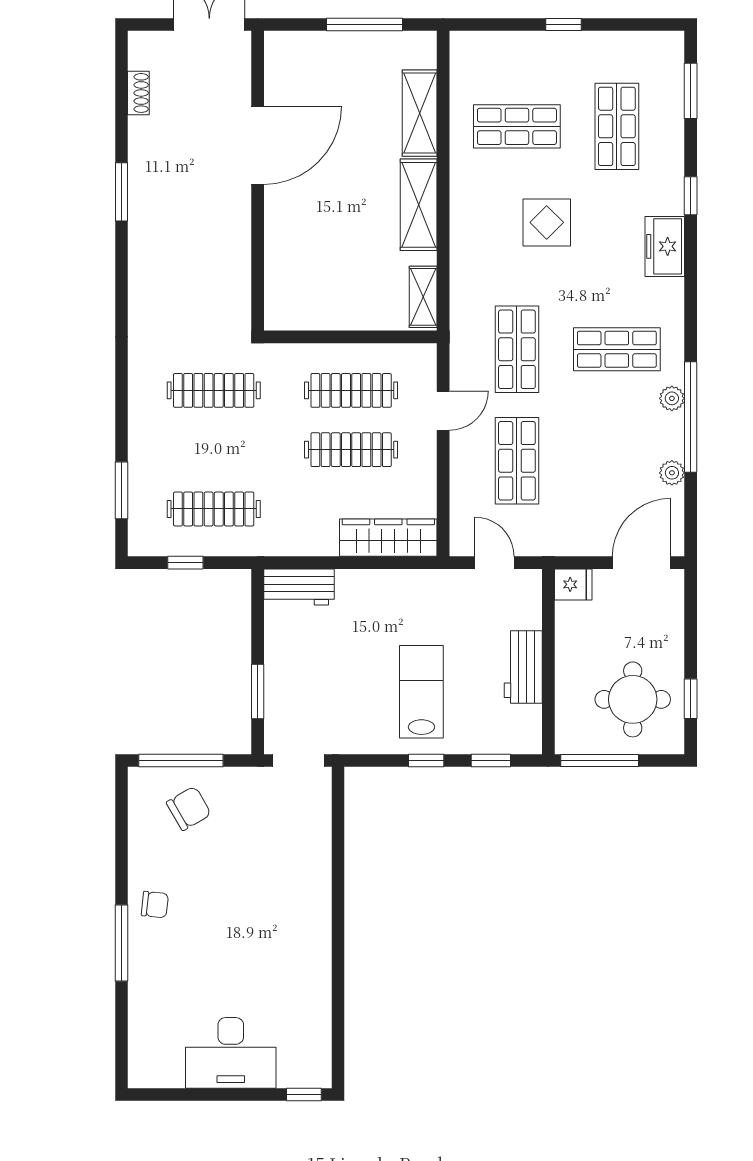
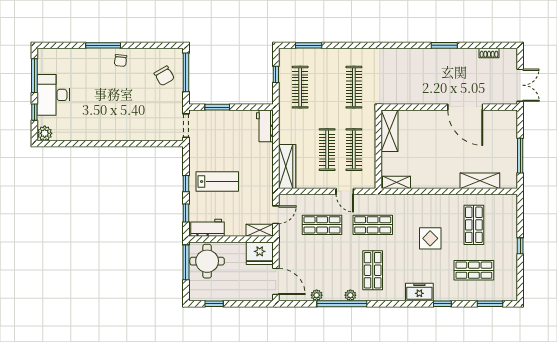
shelving: (419, 205) -> (389, 131), moved, turned 90
fridge: (573, 584) -> (260, 253), width x1.88, depth x1.34
shelving: (529, 598) -> (260, 230), added
workbench: (523, 667) -> (207, 228), moved
round table: (633, 699) -> (207, 261), moved
plant: (315, 1072) -> (45, 133), added
window: (188, 1095) -> (34, 76), added
window: (304, 1095) -> (34, 112), moved

